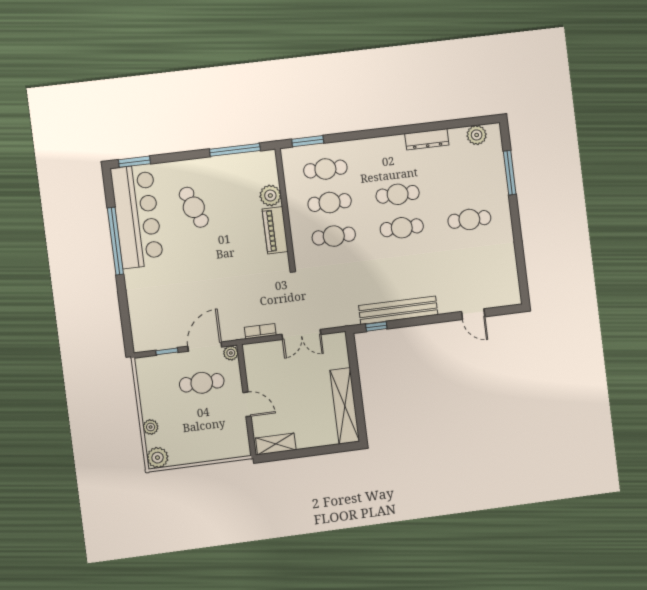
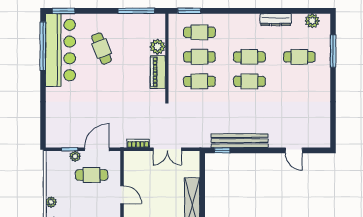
cafe table: (469, 219) -> (299, 57), moved
window: (115, 241) -> (43, 46), moved
plant: (231, 353) -> (75, 156), moved

